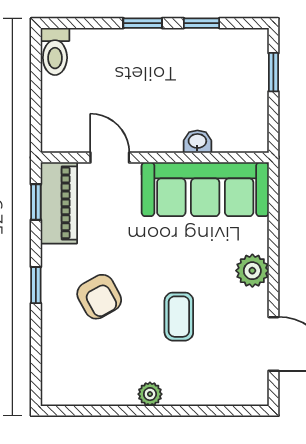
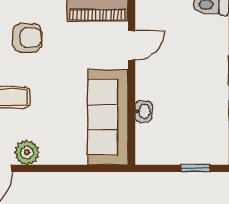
plant: (252, 271) -> (27, 152), moved
armchair: (99, 297) -> (27, 38), turned -151

